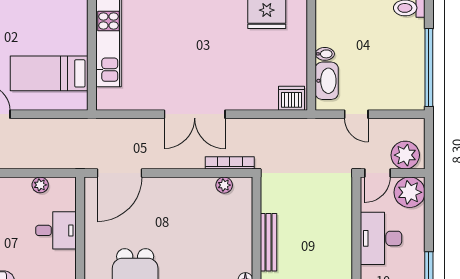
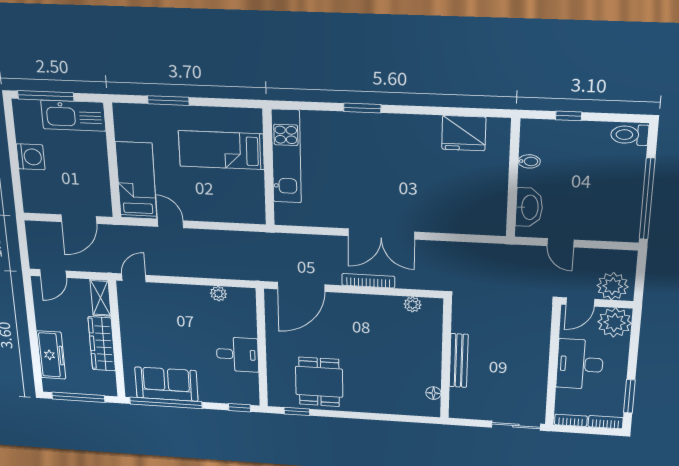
bidet: (325, 54) -> (529, 161), moved
bed: (49, 73) -> (221, 150), moved
dishwasher: (292, 98) -> (489, 223), removed
bookcase: (230, 163) -> (368, 281), moved
desk: (56, 230) -> (237, 354), moved

